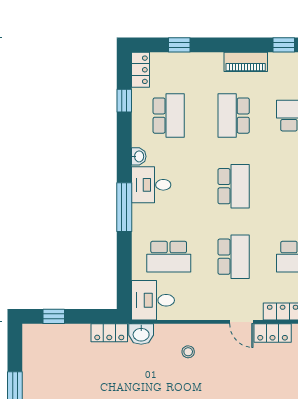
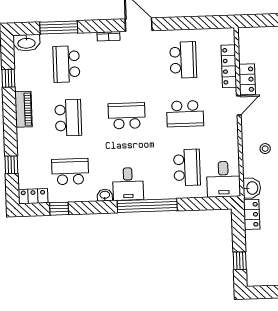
school desk: (234, 116) -> (68, 118), turned -90
window: (124, 207) -> (147, 206), width x1.46
school desk: (234, 257) -> (185, 114), turned 180

